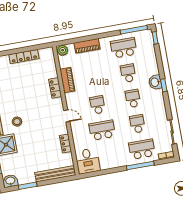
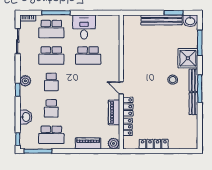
washbasin: (155, 82) -> (26, 117), moved
plant: (158, 95) -> (25, 81), added
school desk: (98, 105) -> (88, 82), removed
door: (67, 116) -> (121, 88), moved
school desk: (137, 124) -> (51, 55), width x1.85
locker: (66, 143) -> (127, 127), moved
desk: (88, 161) -> (84, 27), moved
bench: (55, 174) -> (162, 20), moved

